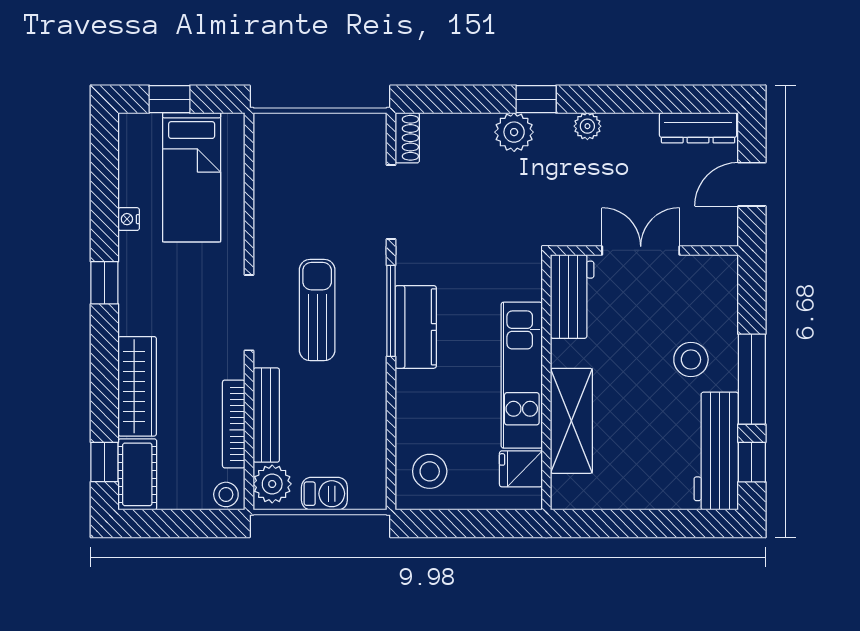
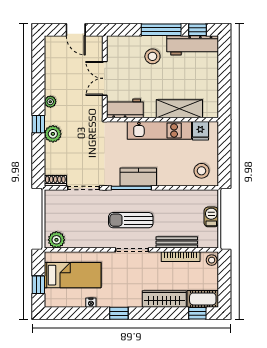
dresser: (698, 128) -> (51, 53), removed
plant: (272, 484) -> (56, 240), moved

